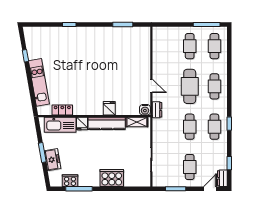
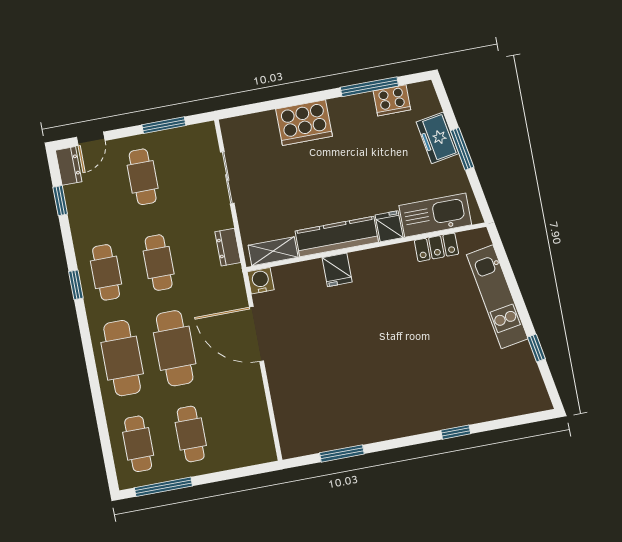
door: (151, 86) -> (257, 334), width x1.87
cafe table: (214, 86) -> (122, 358), width x1.37, depth x1.35
dresser: (157, 110) -> (228, 247), moved

